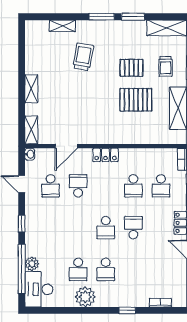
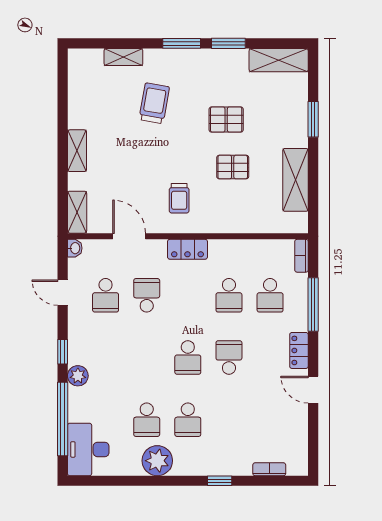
trolley: (166, 66) -> (179, 198), moved
pallet: (136, 100) -> (233, 167), width x0.67, depth x0.71
door: (66, 146) -> (129, 236), swing flipped
plant: (32, 264) -> (78, 376), moved

